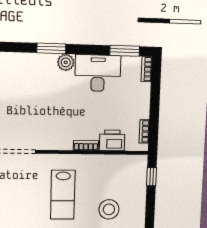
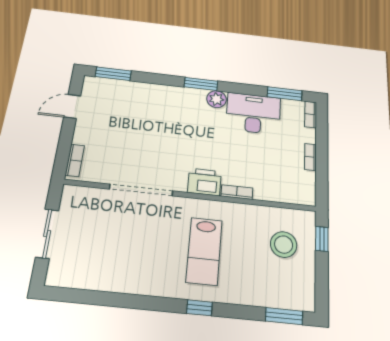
bookcase: (144, 131) -> (310, 157), moved
printer: (112, 140) -> (204, 182), moved
stool: (109, 209) -> (284, 245), moved

